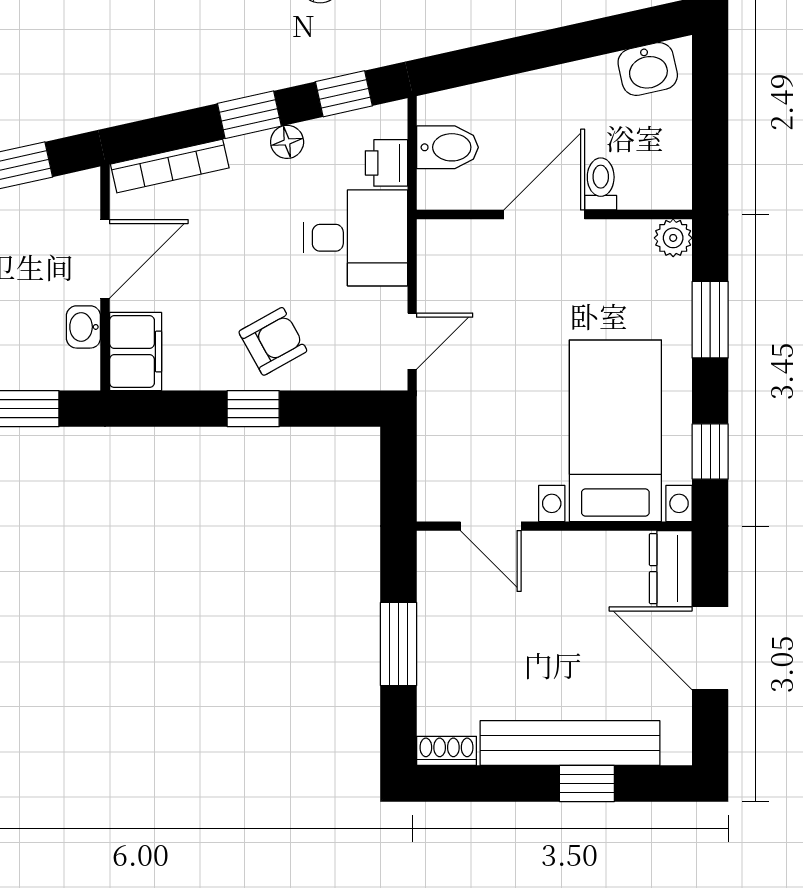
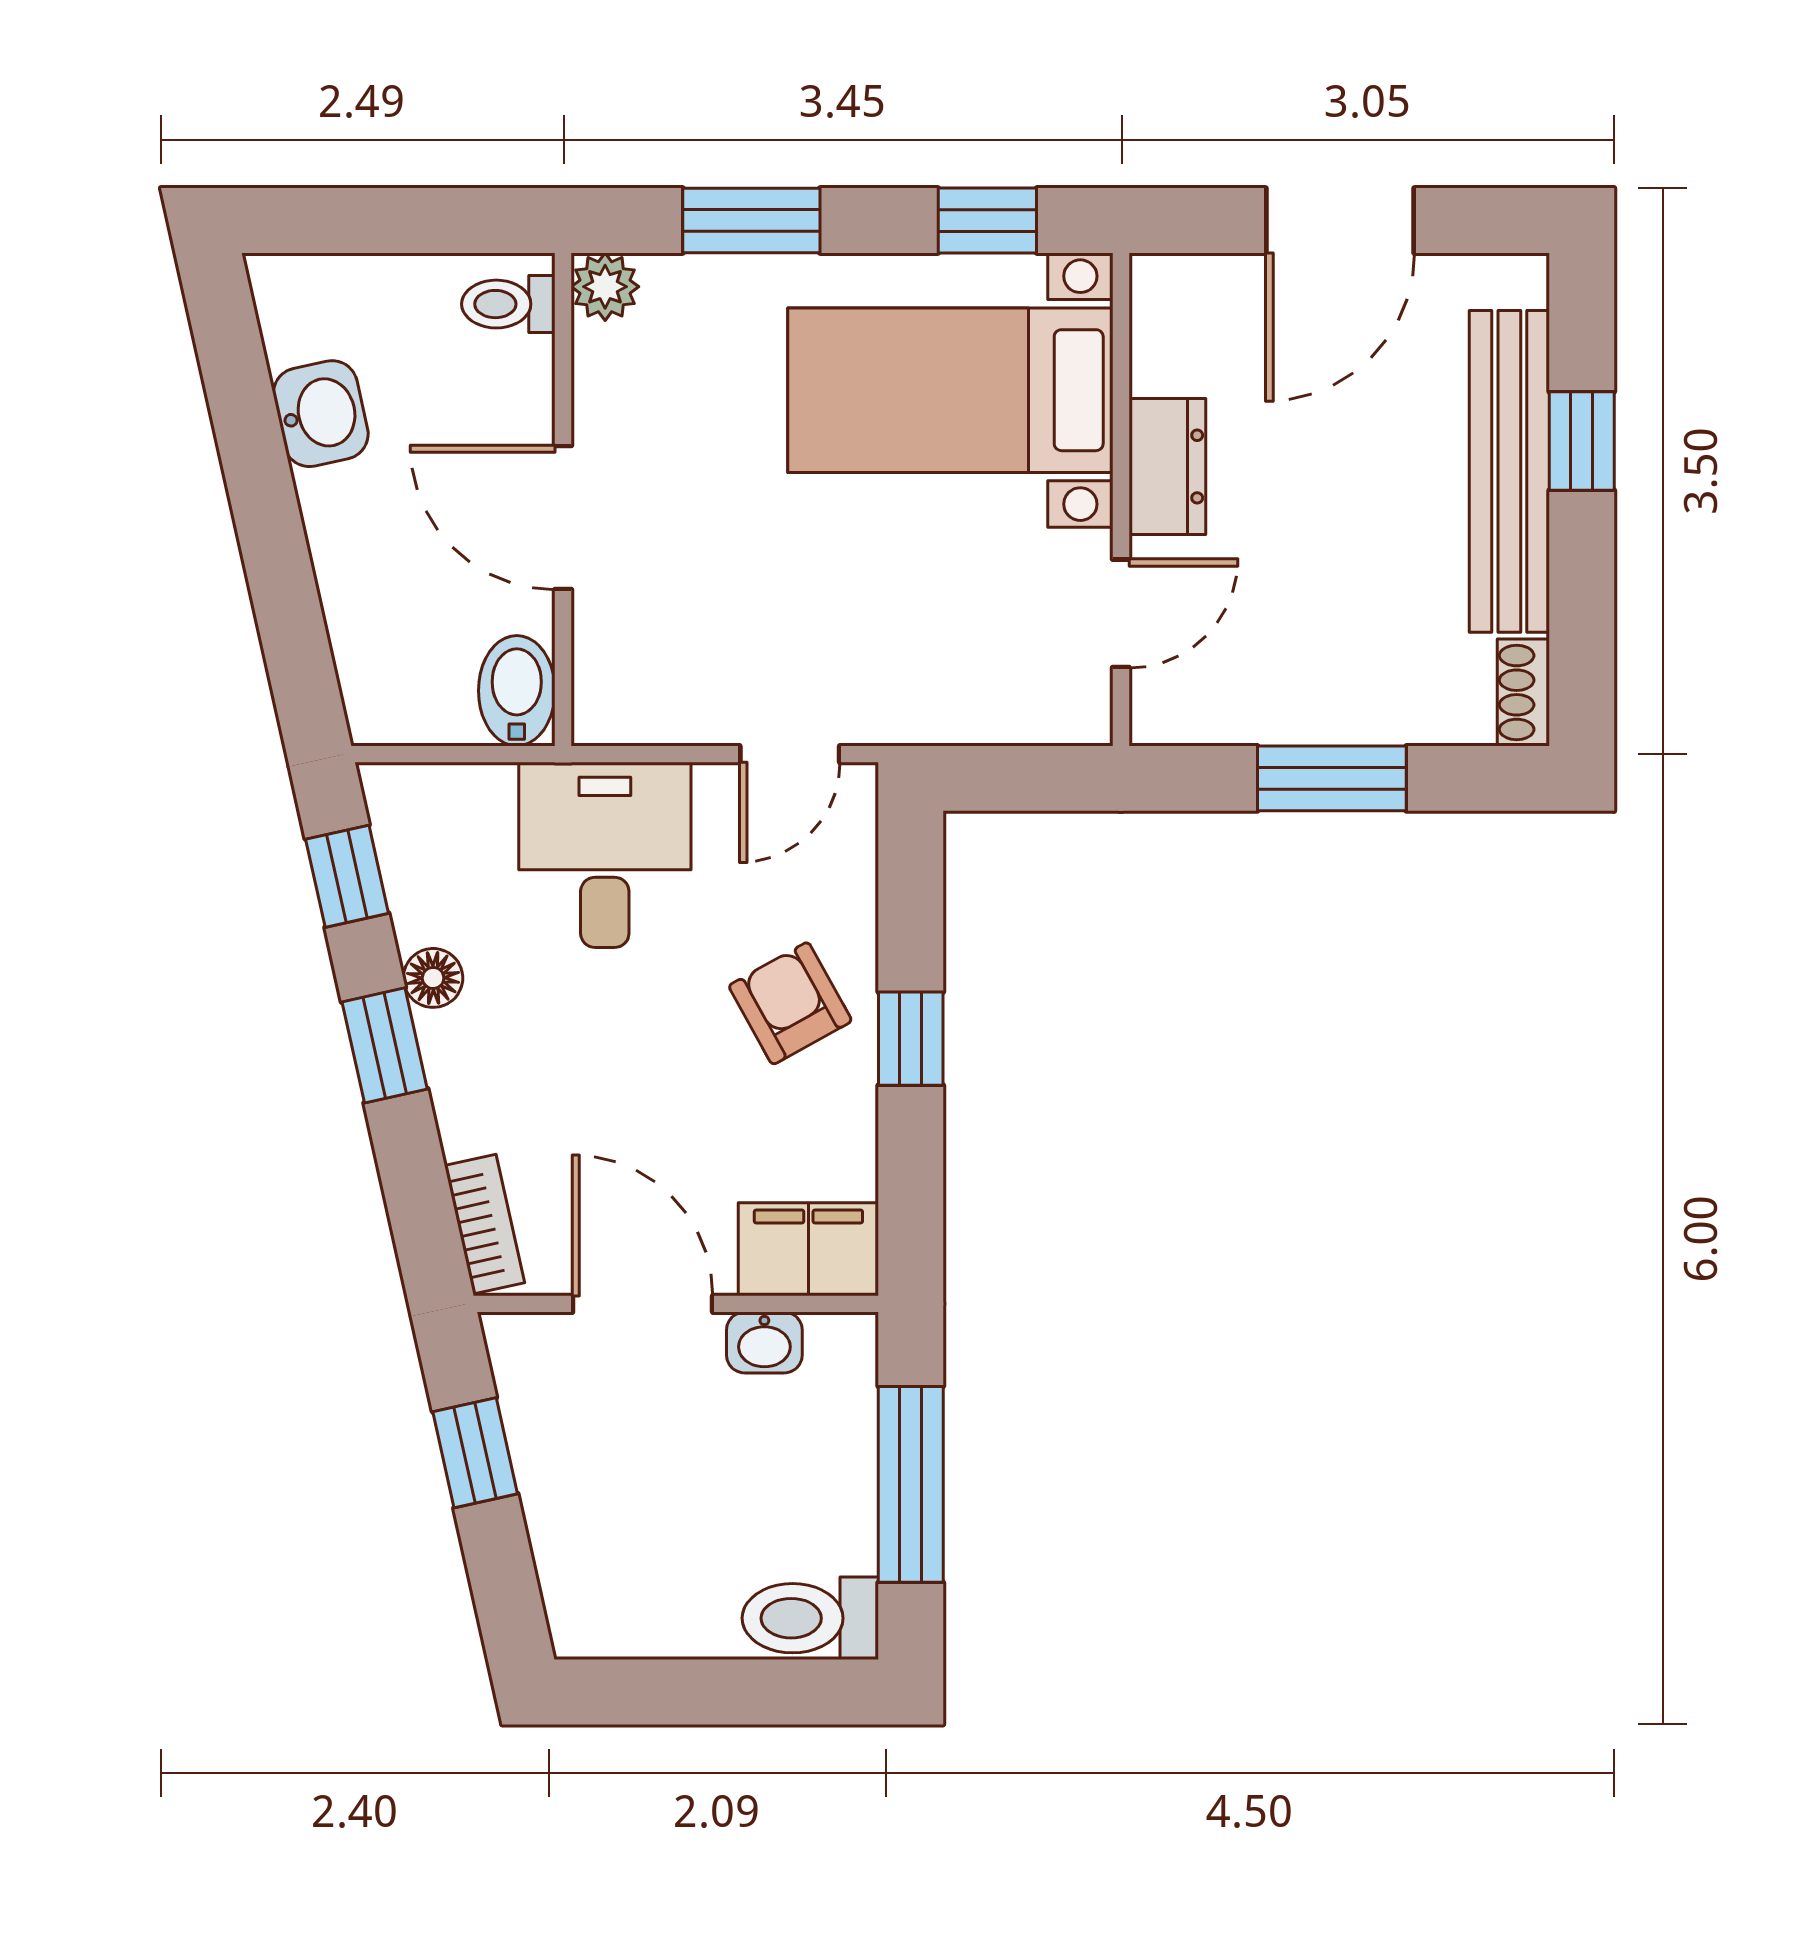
washbasin: (648, 69) -> (321, 414), moved
bidet: (447, 147) -> (517, 691), moved
printer: (386, 163) -> (471, 800), removed
bookcase: (170, 166) -> (484, 1224), width x0.64
toilet: (601, 184) -> (508, 304), moved
door: (412, 341) -> (790, 754), swing flipped
dresser: (671, 569) -> (1167, 467), moved, turned -90

